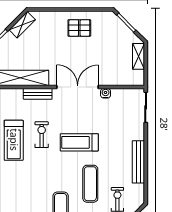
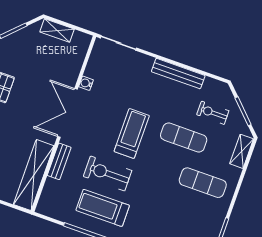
exercise bike: (42, 135) -> (108, 173), width x1.38, depth x1.39
treadmill: (14, 140) -> (103, 208), turned 180
treadmill: (79, 142) -> (132, 133), turned 180

